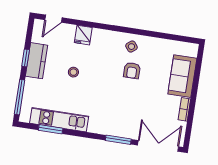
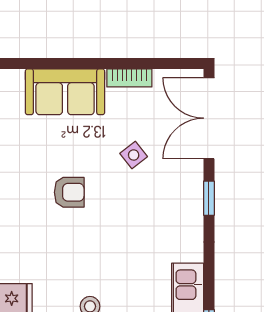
side table: (131, 47) -> (134, 155), moved
window: (118, 140) -> (209, 198), width x0.67

